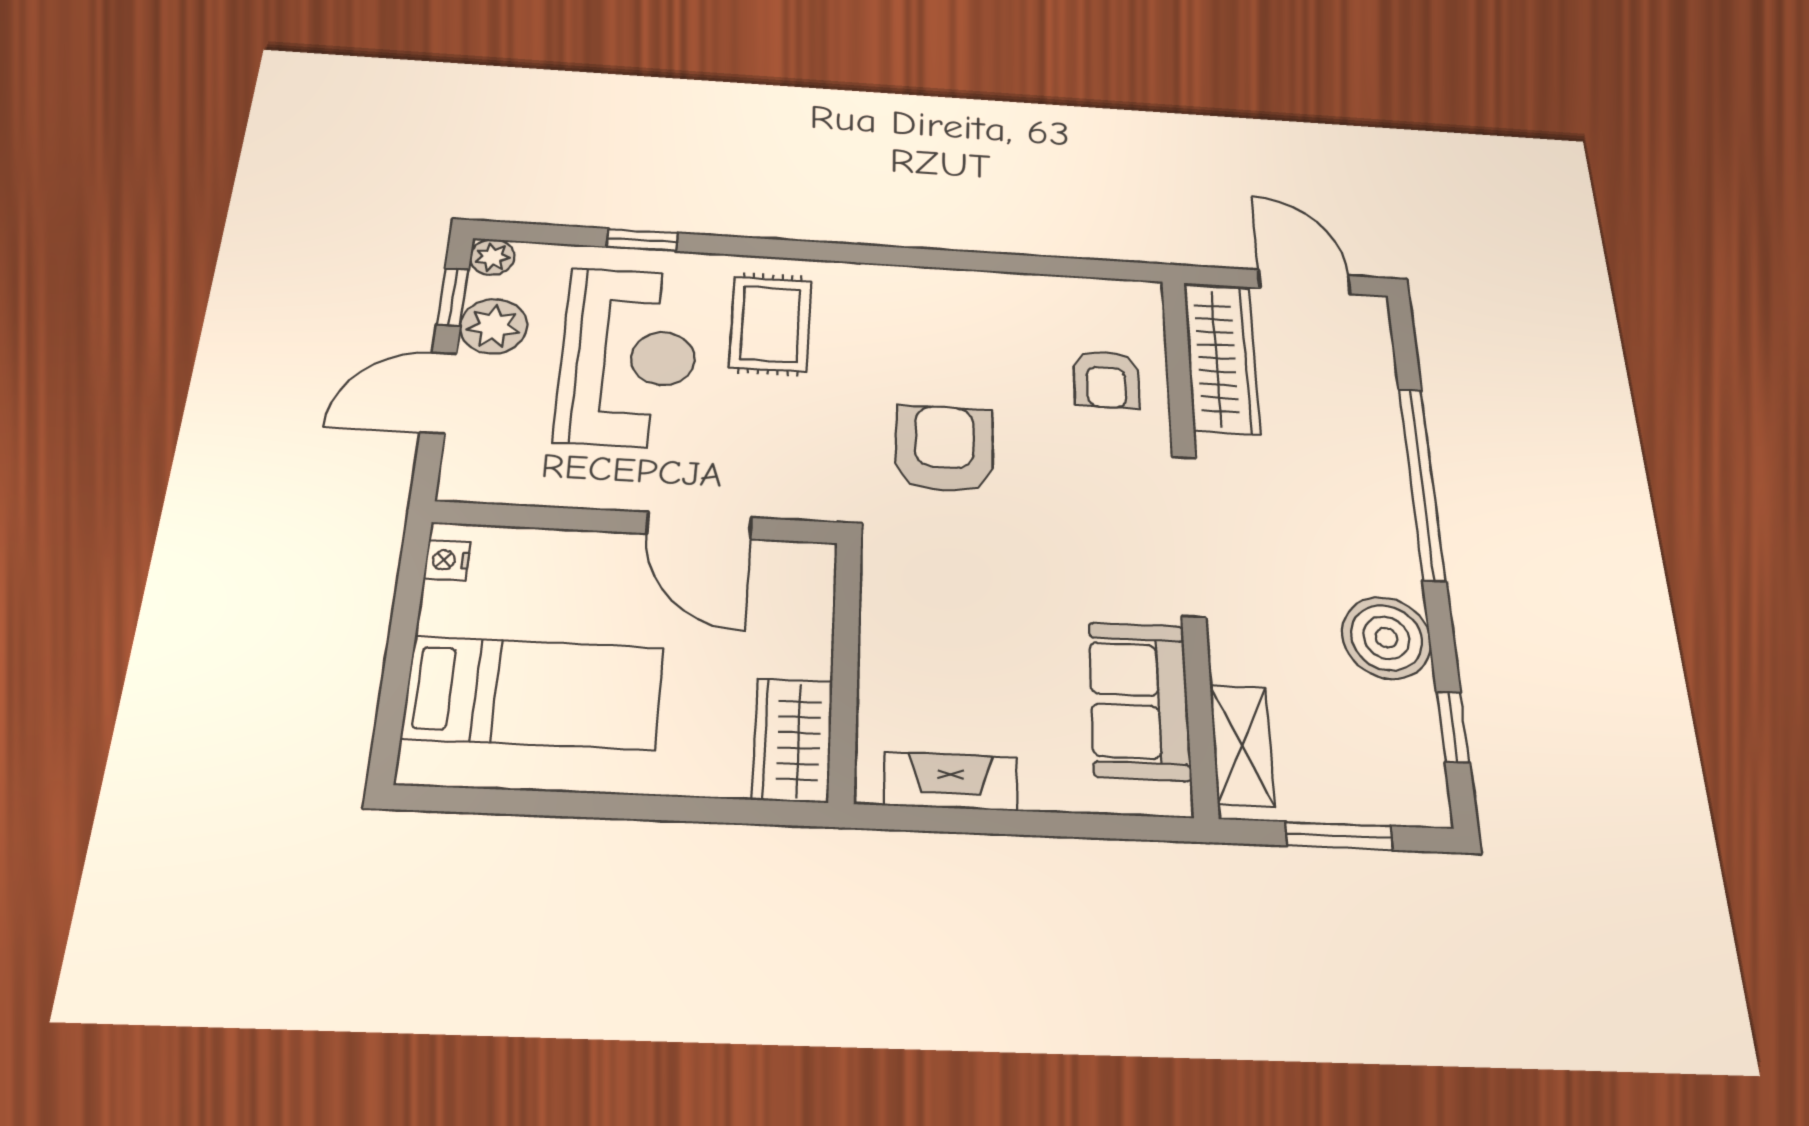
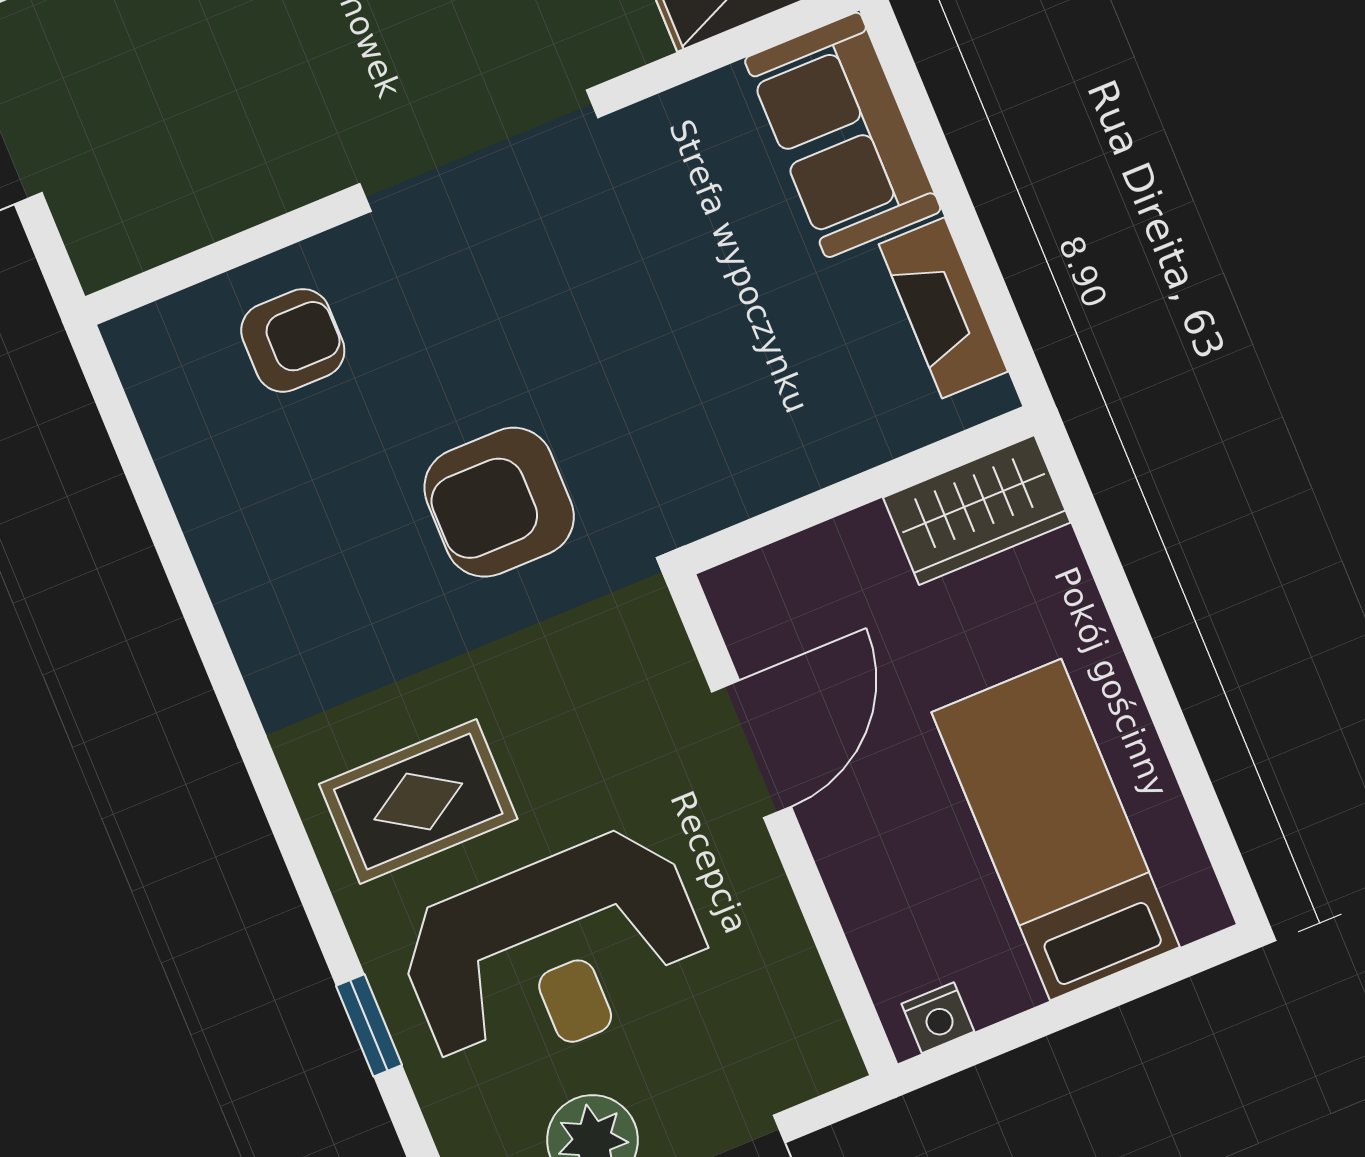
reception desk: (629, 357) -> (555, 953), turned 180
wardrobe: (1222, 358) -> (185, 203), removed
sofa: (1139, 700) -> (843, 135), moved, turned 90

